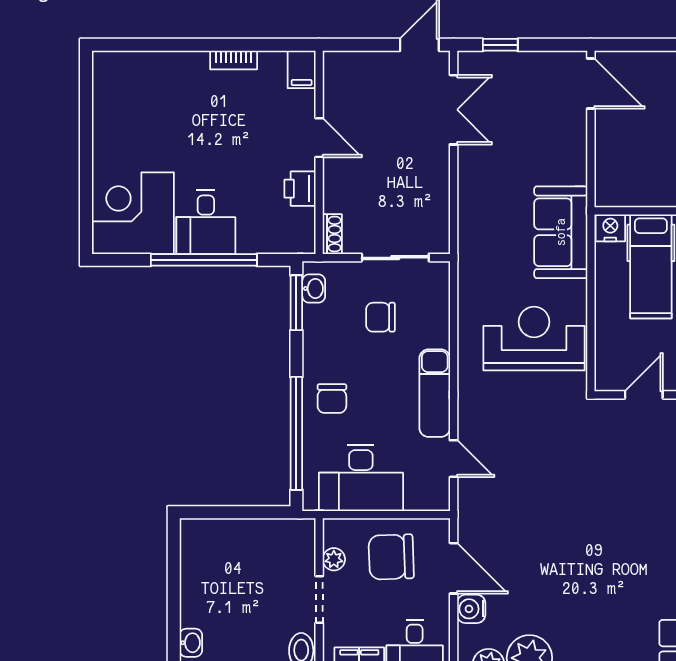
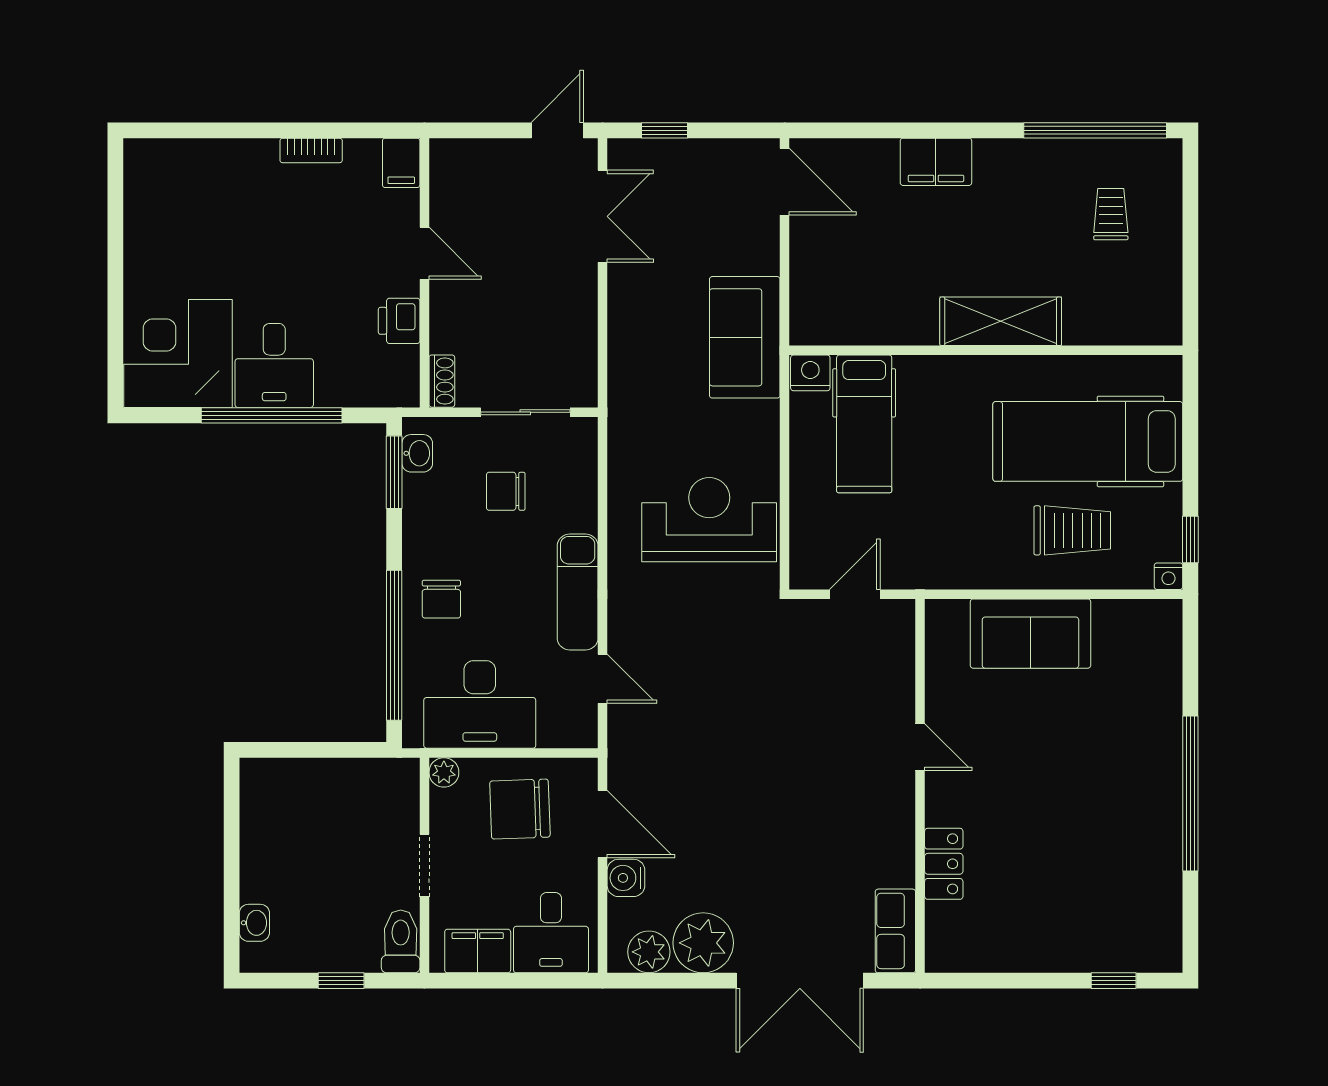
sofa: (561, 232) -> (745, 337), moved
plant: (334, 559) -> (444, 772), moved

